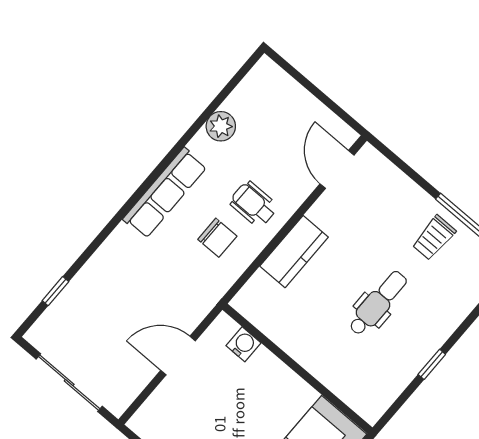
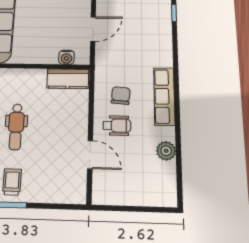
door: (337, 169) -> (90, 155), moved
chair: (217, 238) -> (121, 96), turned 95
kitchen counter: (294, 252) -> (68, 79), moved, turned -90

